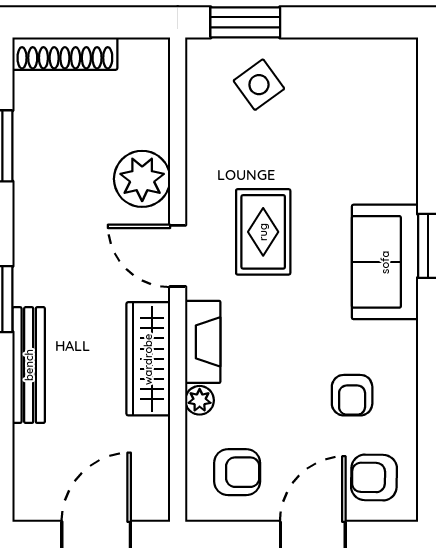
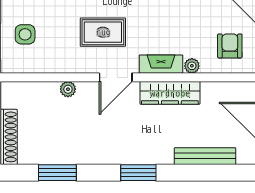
side table: (259, 85) -> (25, 34), turned 36
plant: (142, 179) -> (68, 89), width x0.53, depth x0.53
bench: (29, 365) -> (205, 156), moved

